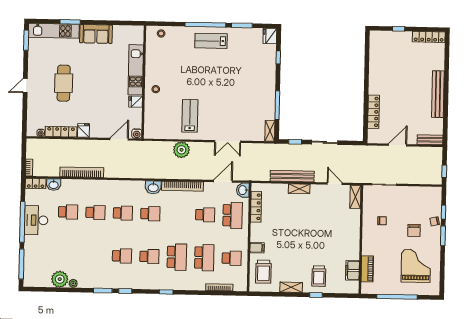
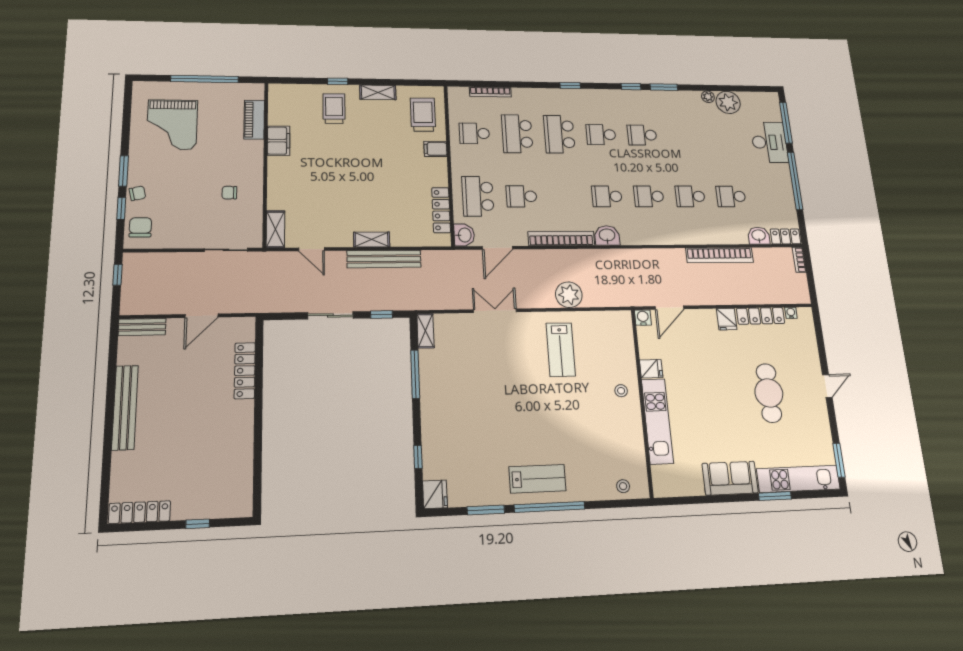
desk: (36, 220) -> (769, 142), moved
chair: (414, 230) -> (140, 227), moved
filing cabinet: (353, 270) -> (279, 141), moved

